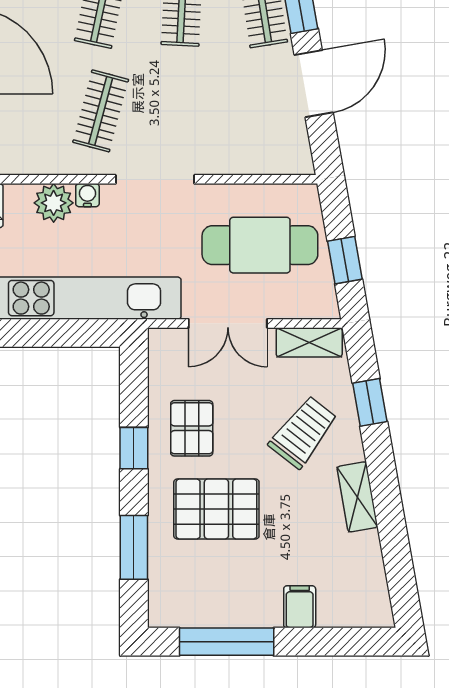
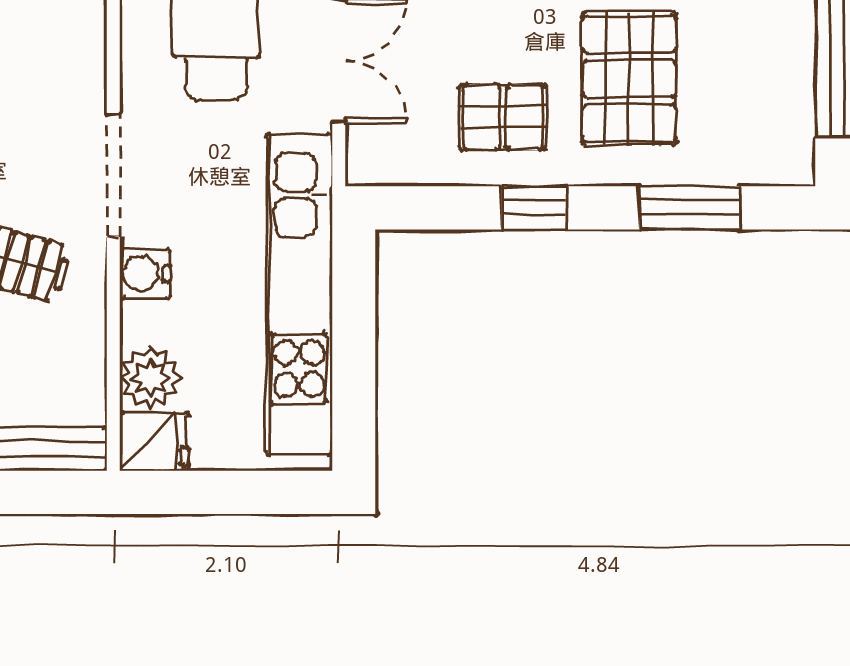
water cooler: (87, 195) -> (145, 273), width x1.38, depth x1.38
plant: (54, 203) -> (150, 378), moved

